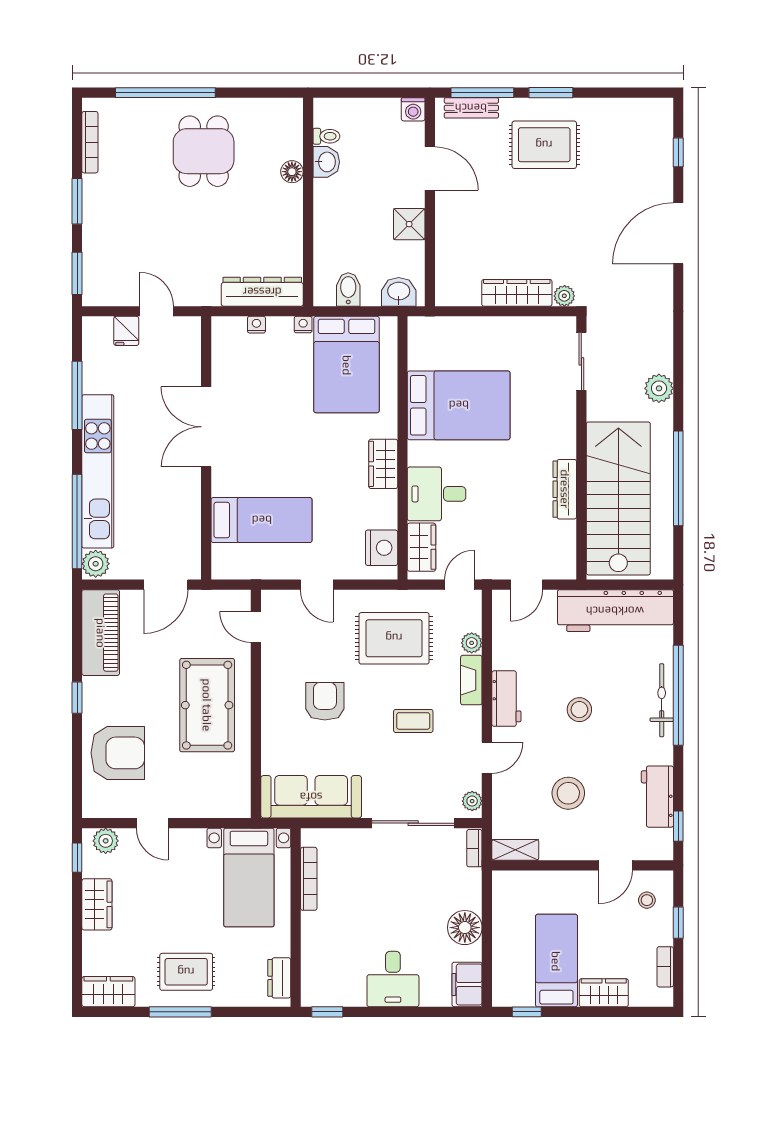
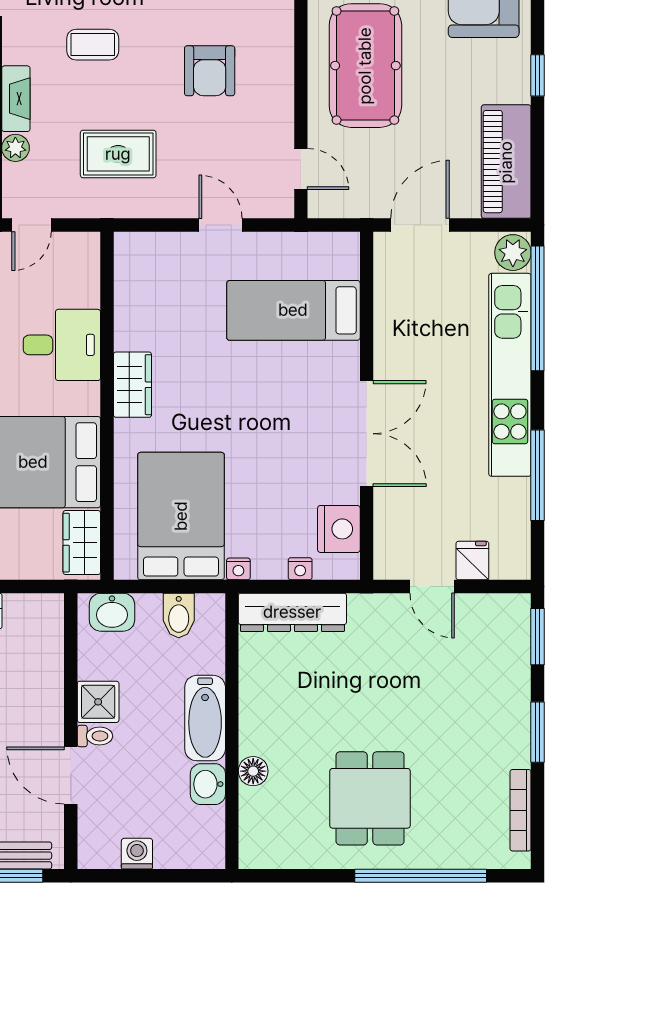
washing machine: (413, 109) -> (137, 854), moved
toilet: (326, 136) -> (95, 736), moved, turned 180
bathtub: (328, 212) -> (205, 718), added
wardrobe: (422, 547) -> (82, 543), moved
nightstand: (382, 548) -> (339, 529), moved, turned 180
rug: (394, 638) -> (118, 154), width x0.73, depth x0.70

